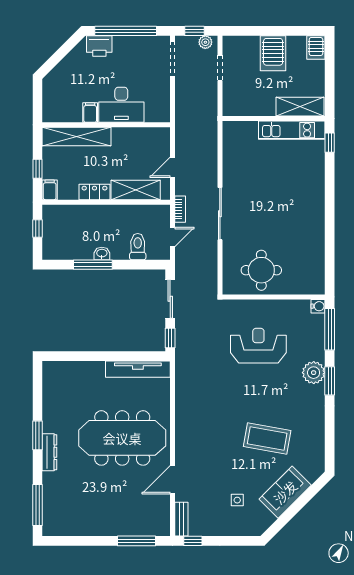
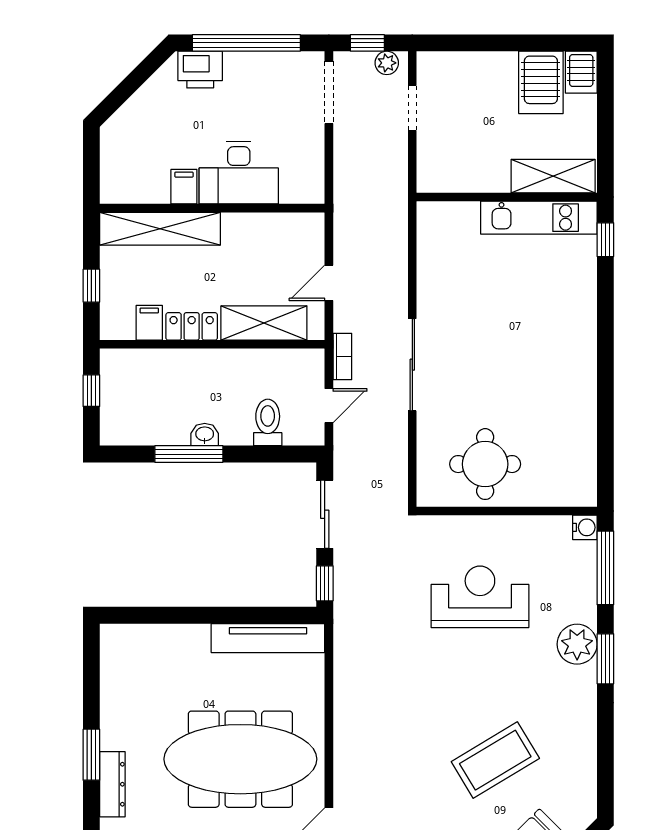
server rack: (273, 53) -> (541, 82), moved
filing cabinet: (50, 190) -> (149, 323), moved
coffee table: (267, 438) -> (495, 760), turned -41

